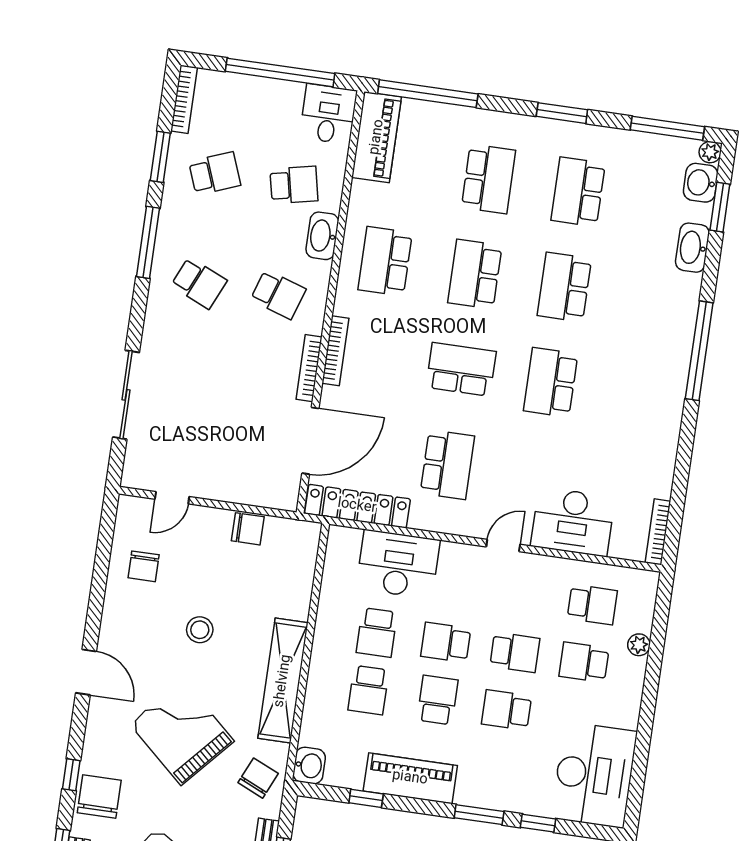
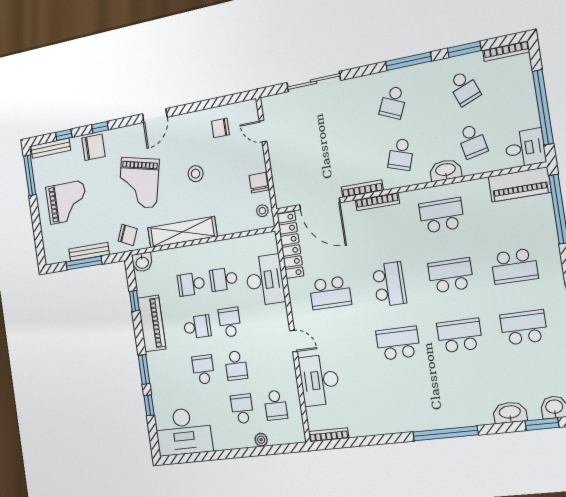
chair: (248, 529) -> (259, 183), turned 180
stool: (292, 536) -> (262, 211), added
grand piano: (182, 733) -> (139, 183), turned 151

